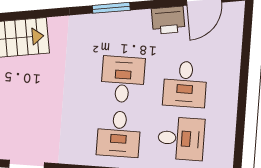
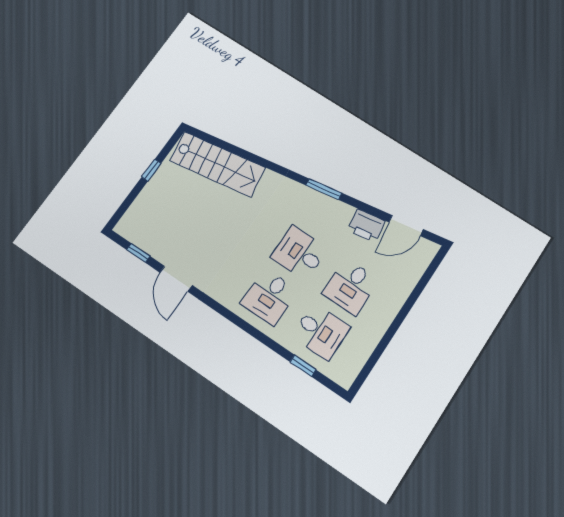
desk: (123, 80) -> (299, 253), turned -90

